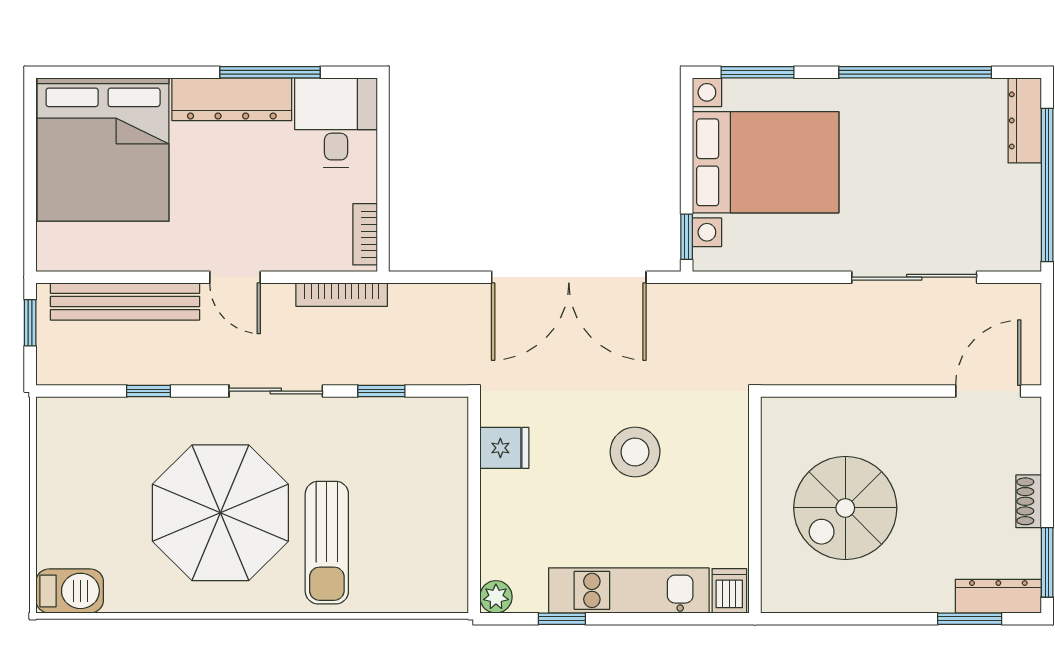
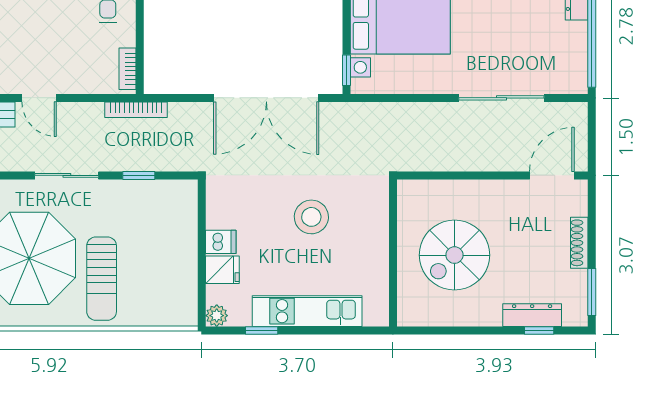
bookcase: (342, 295) -> (136, 110), moved
fridge: (504, 448) -> (222, 270), moved
shoe rack: (1029, 501) -> (579, 243), width x1.43
dishwasher: (729, 591) -> (221, 242), moved, turned 90
dresser: (998, 596) -> (532, 315), moved
window: (970, 619) -> (539, 330), width x0.67

